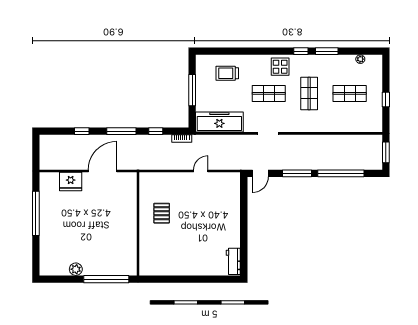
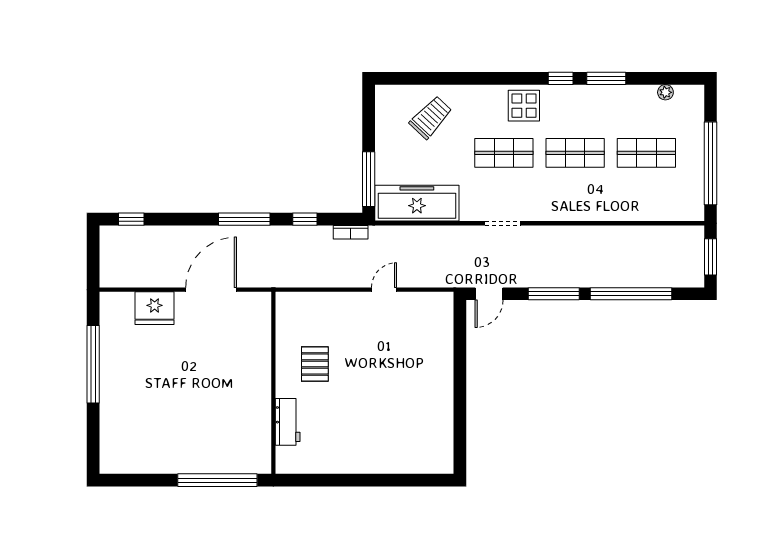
trolley: (227, 73) -> (431, 117), turned 133
window: (192, 90) -> (369, 179), moved
shop shelf: (309, 93) -> (575, 153), turned 90
window: (386, 99) -> (710, 163), width x3.17
window: (82, 131) -> (131, 219), moved
workbench: (233, 261) -> (288, 422), moved, turned 180
plant: (76, 269) -> (164, 463), removed

